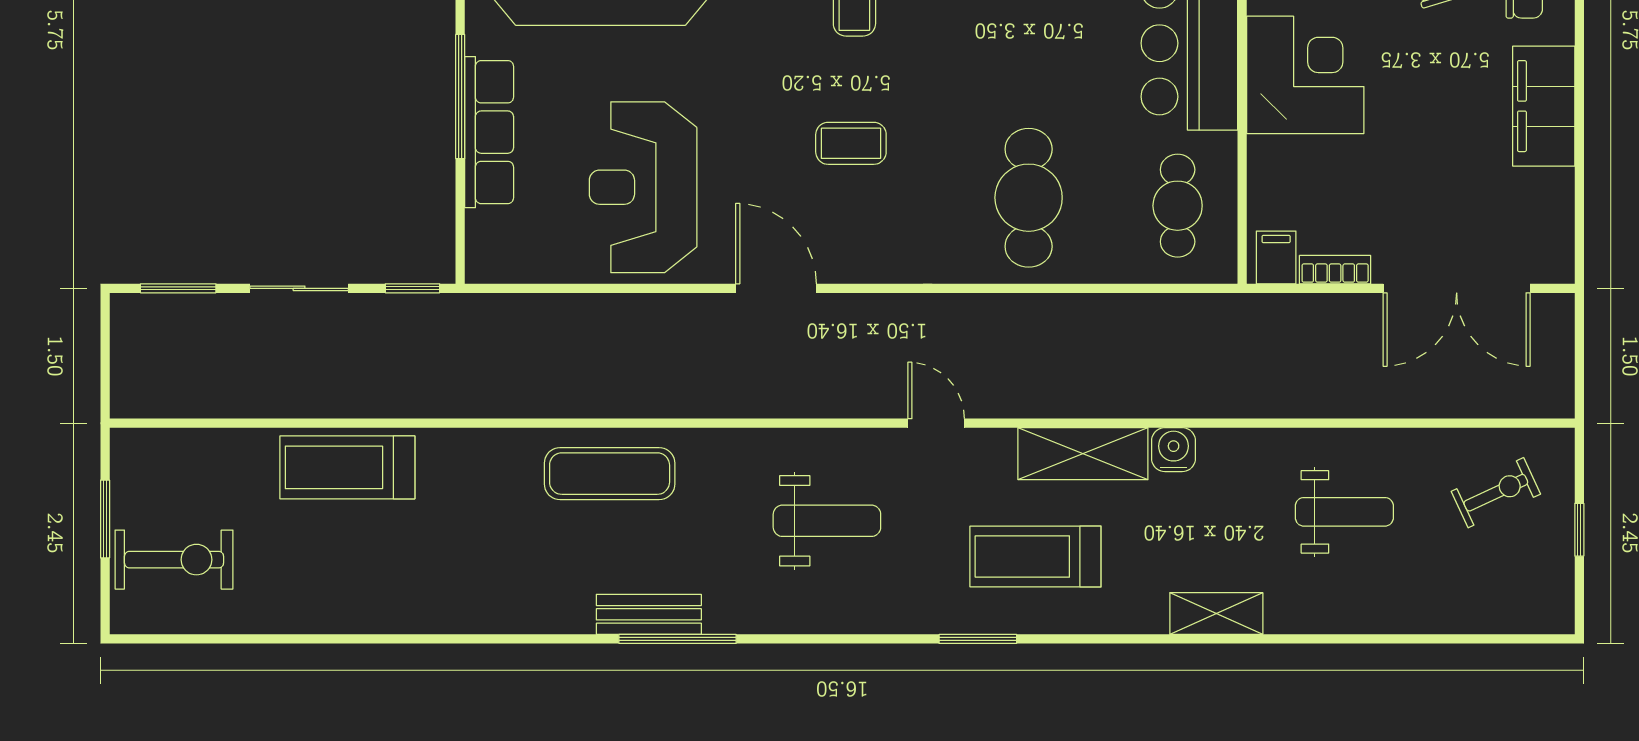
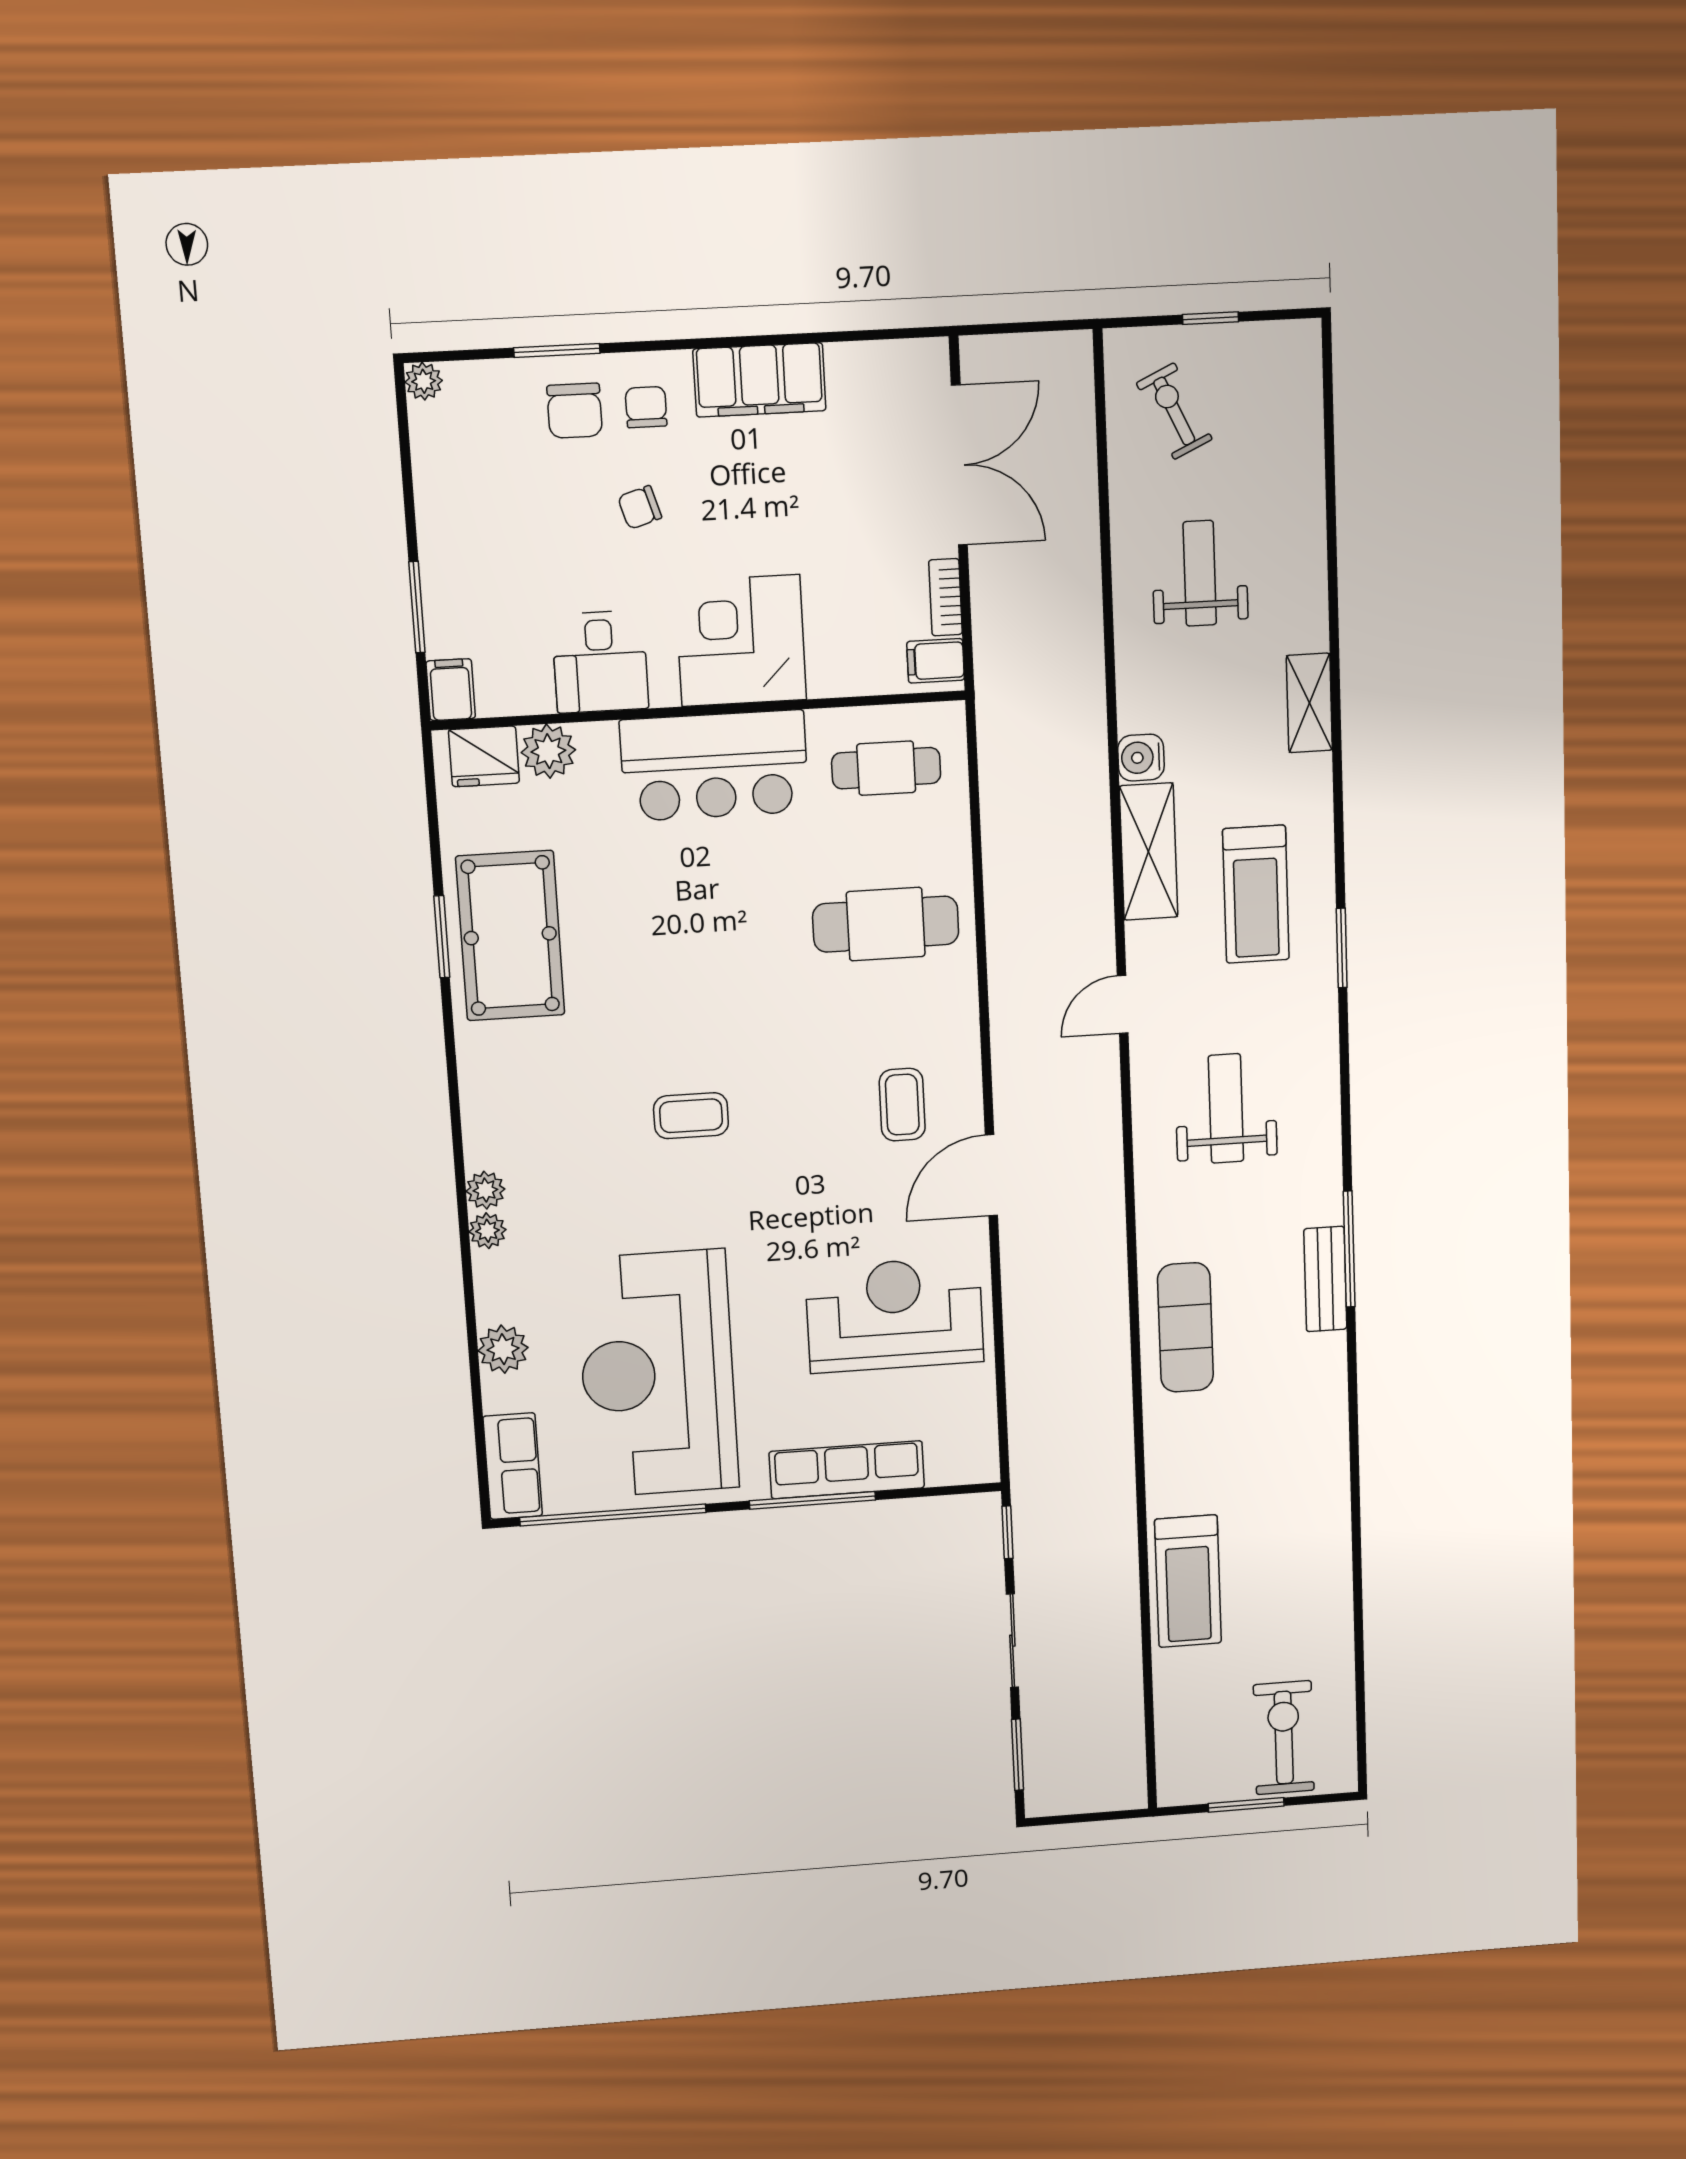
coffee table: (851, 143) -> (902, 1105), moved
reception desk: (643, 187) -> (895, 1315), turned 180

